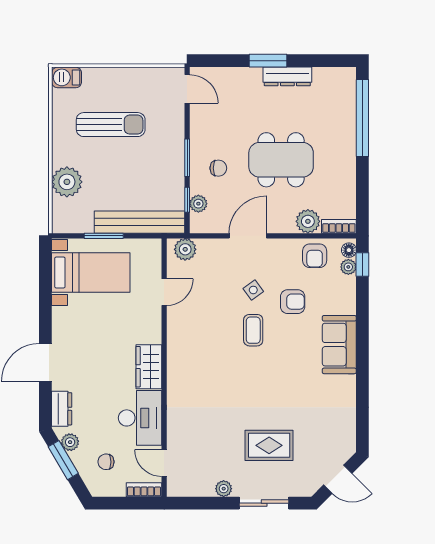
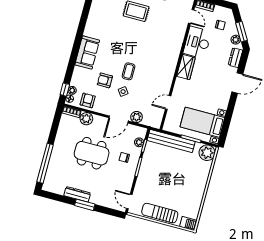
sun lounger: (111, 125) -> (160, 213), moved
plant: (67, 182) -> (207, 153), moved
plant: (185, 249) -> (137, 117), moved

